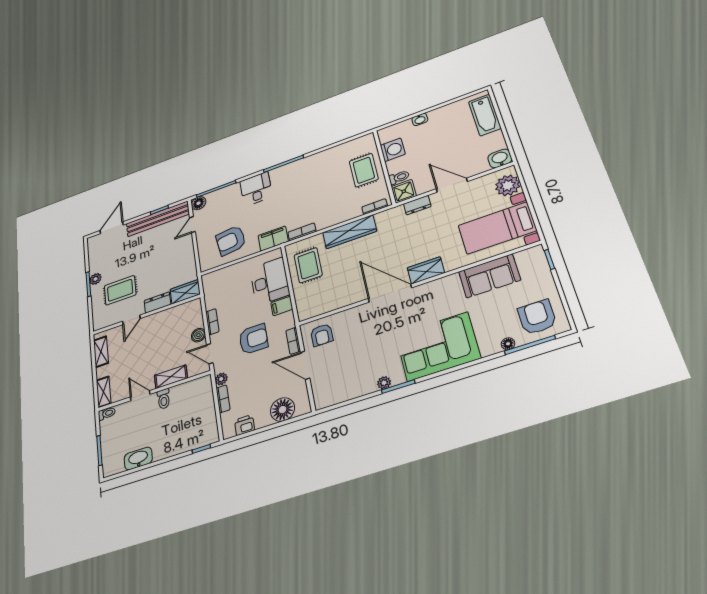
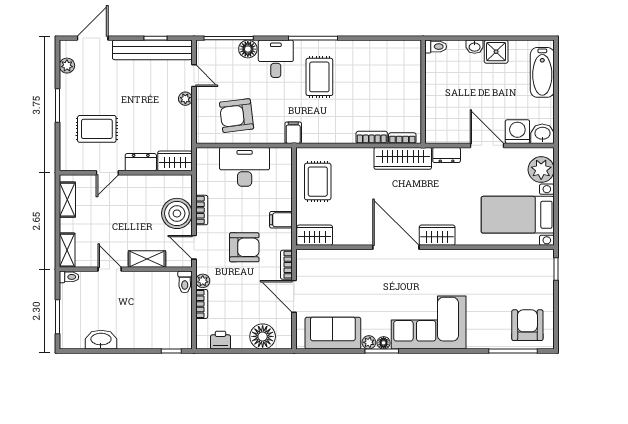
washing machine: (393, 150) -> (517, 132), moved, turned -90
rug: (364, 170) -> (319, 77), moved
toilet: (399, 177) -> (436, 47), moved
shower: (404, 191) -> (496, 52), moved
floor lamp: (199, 203) -> (248, 49), moved
door: (192, 225) -> (194, 76), swing flipped
bookcase: (302, 232) -> (372, 137), moved
wardrobe: (350, 232) -> (403, 158), moved
filing cabinet: (273, 239) -> (293, 133), width x0.50
plant: (188, 243) -> (185, 99), added
sofa: (489, 276) -> (333, 333), moved, turned 180
plant: (95, 279) -> (67, 66), moved
desk: (270, 281) -> (245, 167), moved, turned -90
wardrobe: (314, 308) -> (315, 235), added
boiler: (198, 335) -> (177, 213), width x1.86, depth x1.86
armchair: (322, 335) -> (317, 269), removed
floor lamp: (508, 344) -> (384, 343), moved
toilet: (164, 399) -> (185, 282), moved

